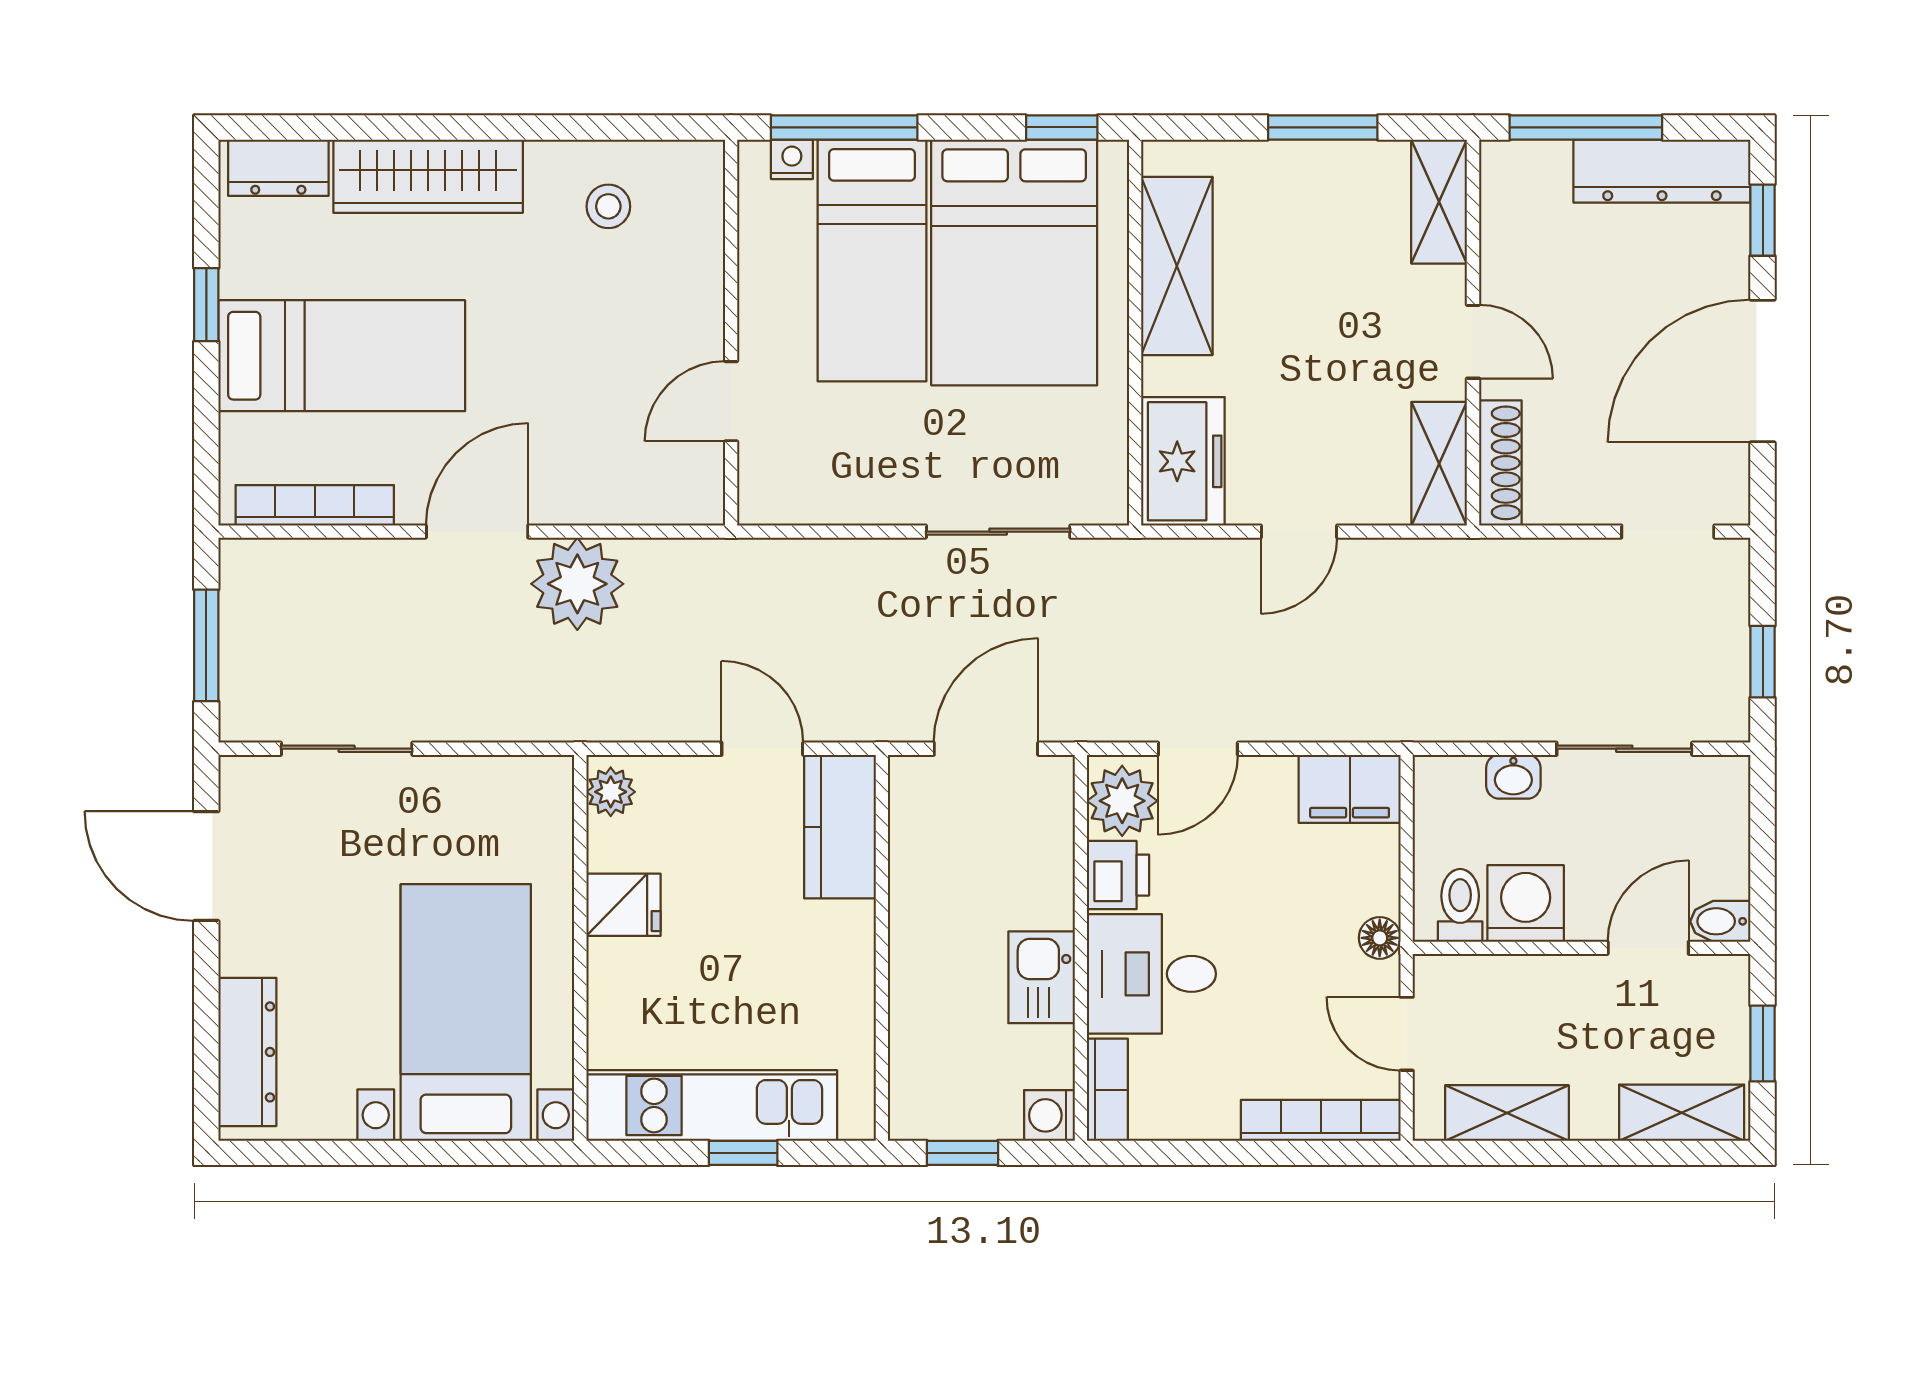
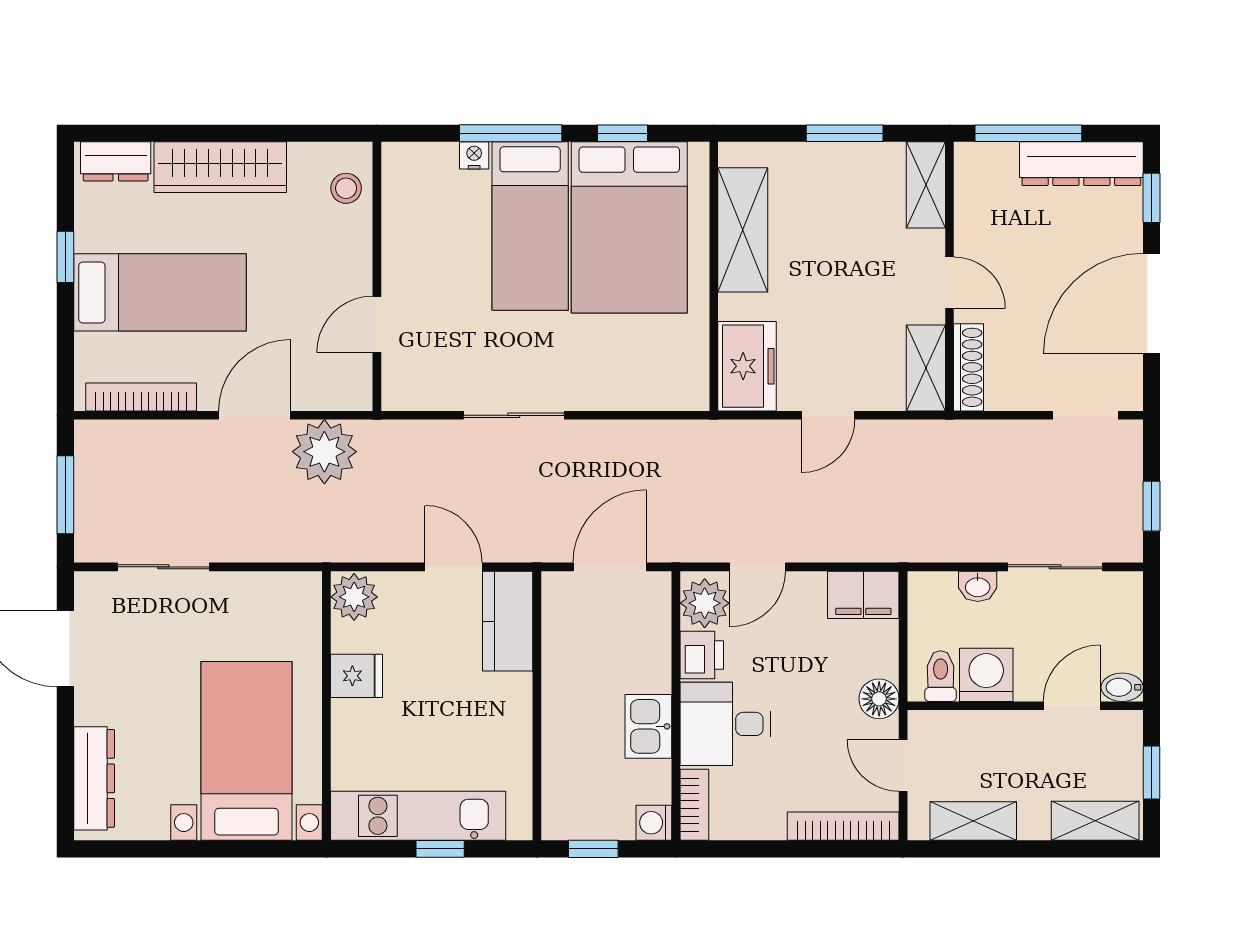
window: (1062, 127) -> (623, 133), moved
wall: (731, 333) -> (377, 276), moved
door: (731, 401) -> (377, 324), moved
sliding door: (998, 532) -> (514, 415), moved
plant: (611, 792) -> (354, 597), width x1.38, depth x1.38
floor lamp: (1380, 938) -> (879, 699), width x1.37, depth x1.37

